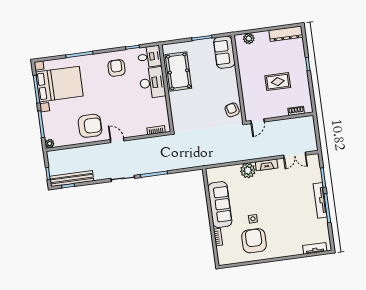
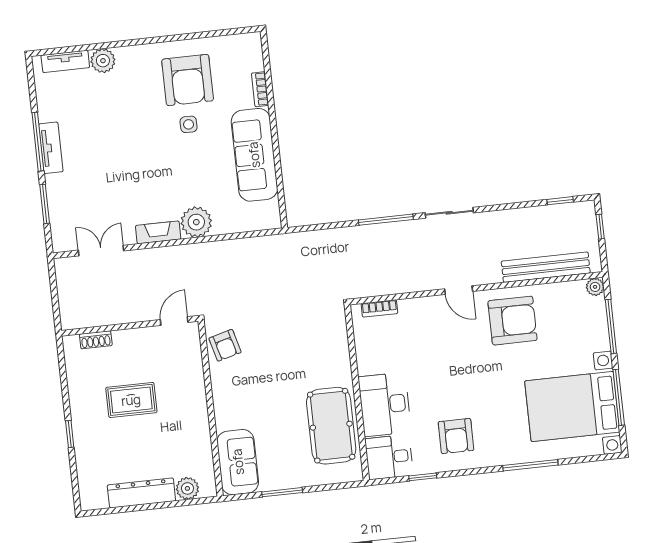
dresser: (286, 34) -> (141, 493), moved
armchair: (90, 126) -> (513, 321), turned 180
bench: (72, 179) -> (546, 267), moved
tv unit: (320, 200) -> (51, 148), width x0.71
plant: (296, 249) -> (103, 61), added

